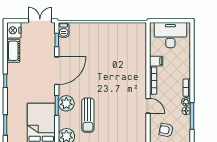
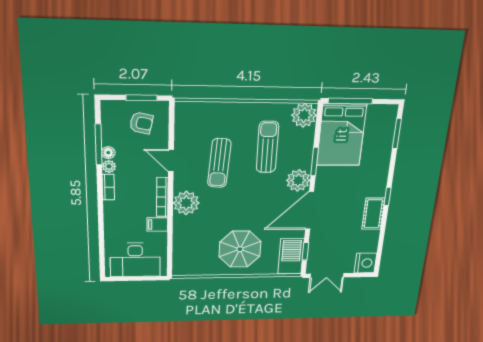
barbecue: (64, 30) -> (291, 256), width x1.88, depth x1.53
parasol: (101, 42) -> (240, 249), added
cot: (13, 51) -> (373, 214), moved
plant: (138, 76) -> (186, 203), added
plant: (66, 103) -> (298, 180), moved
sun lounger: (118, 104) -> (219, 163), added

